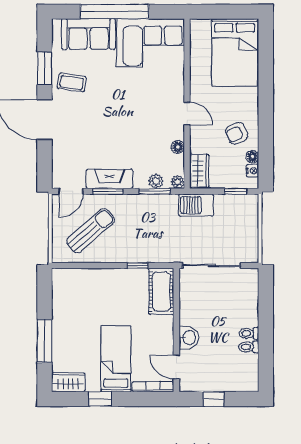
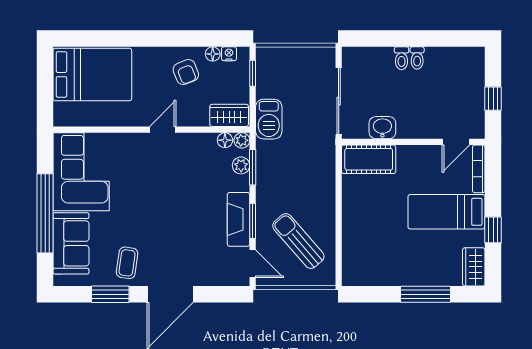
floor lamp: (178, 147) -> (225, 140), moved
window: (137, 265) -> (339, 187), removed
washbasin: (189, 338) -> (382, 128), moved
toilet: (249, 347) -> (402, 58), moved

